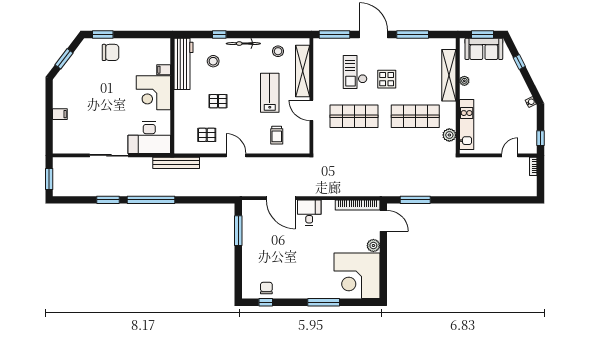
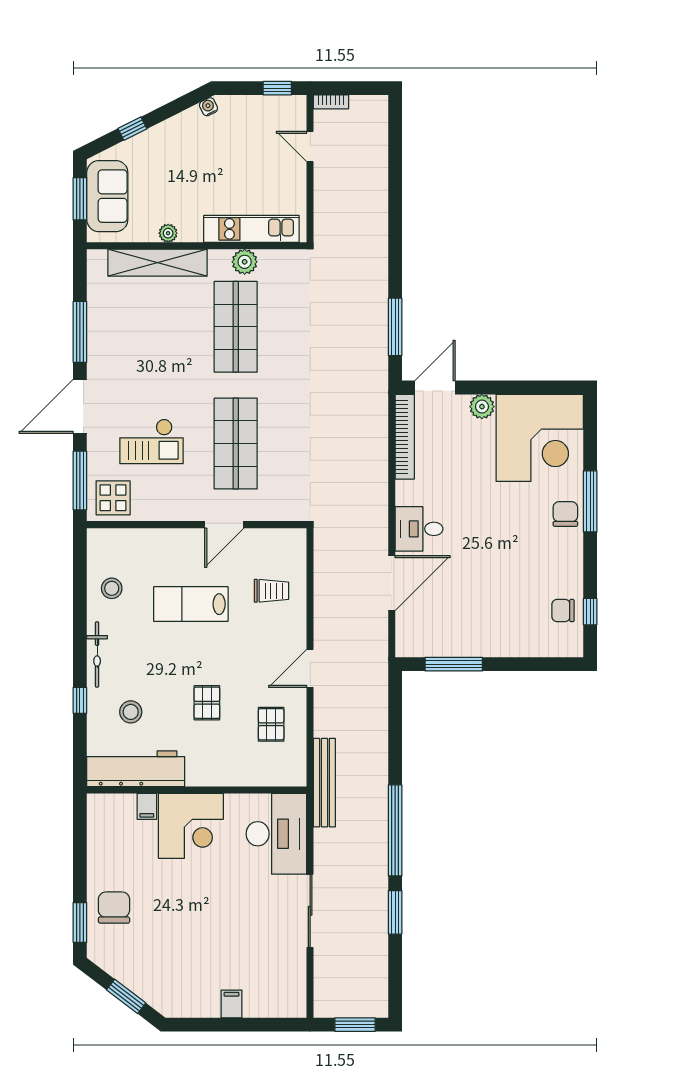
shelving: (303, 71) -> (150, 541), removed
display table: (387, 79) -> (113, 498), moved
plant: (449, 135) -> (245, 262), moved
chair: (317, 289) -> (565, 514), added

